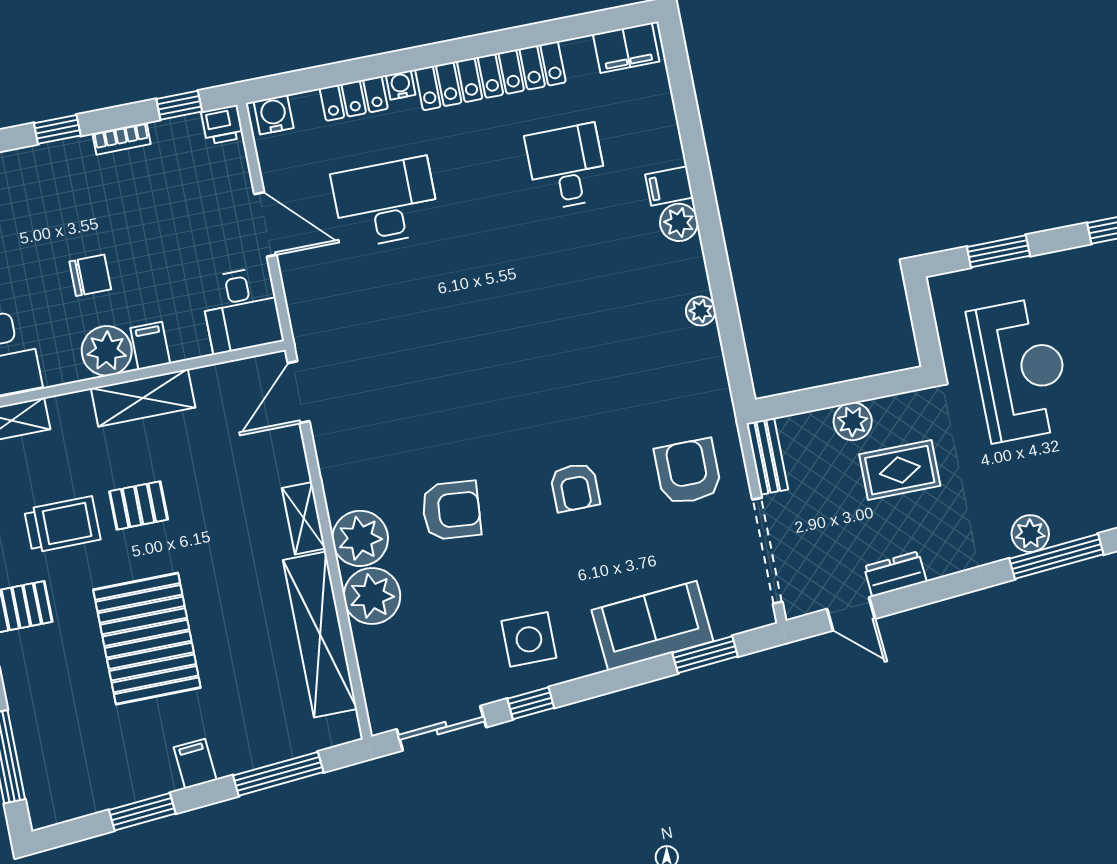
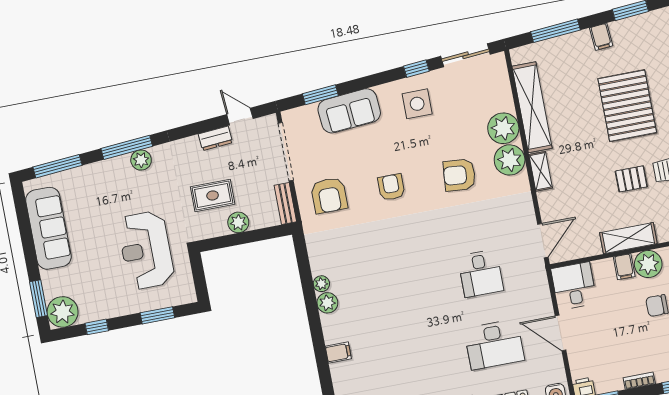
desk: (567, 167) -> (481, 273), moved
plant: (679, 222) -> (327, 303), moved

